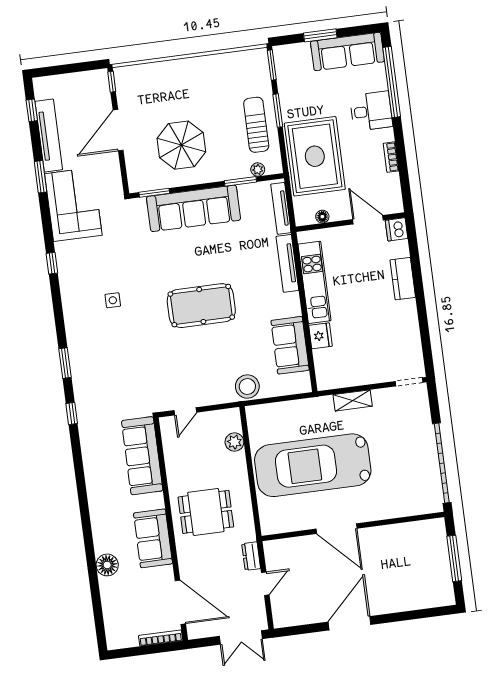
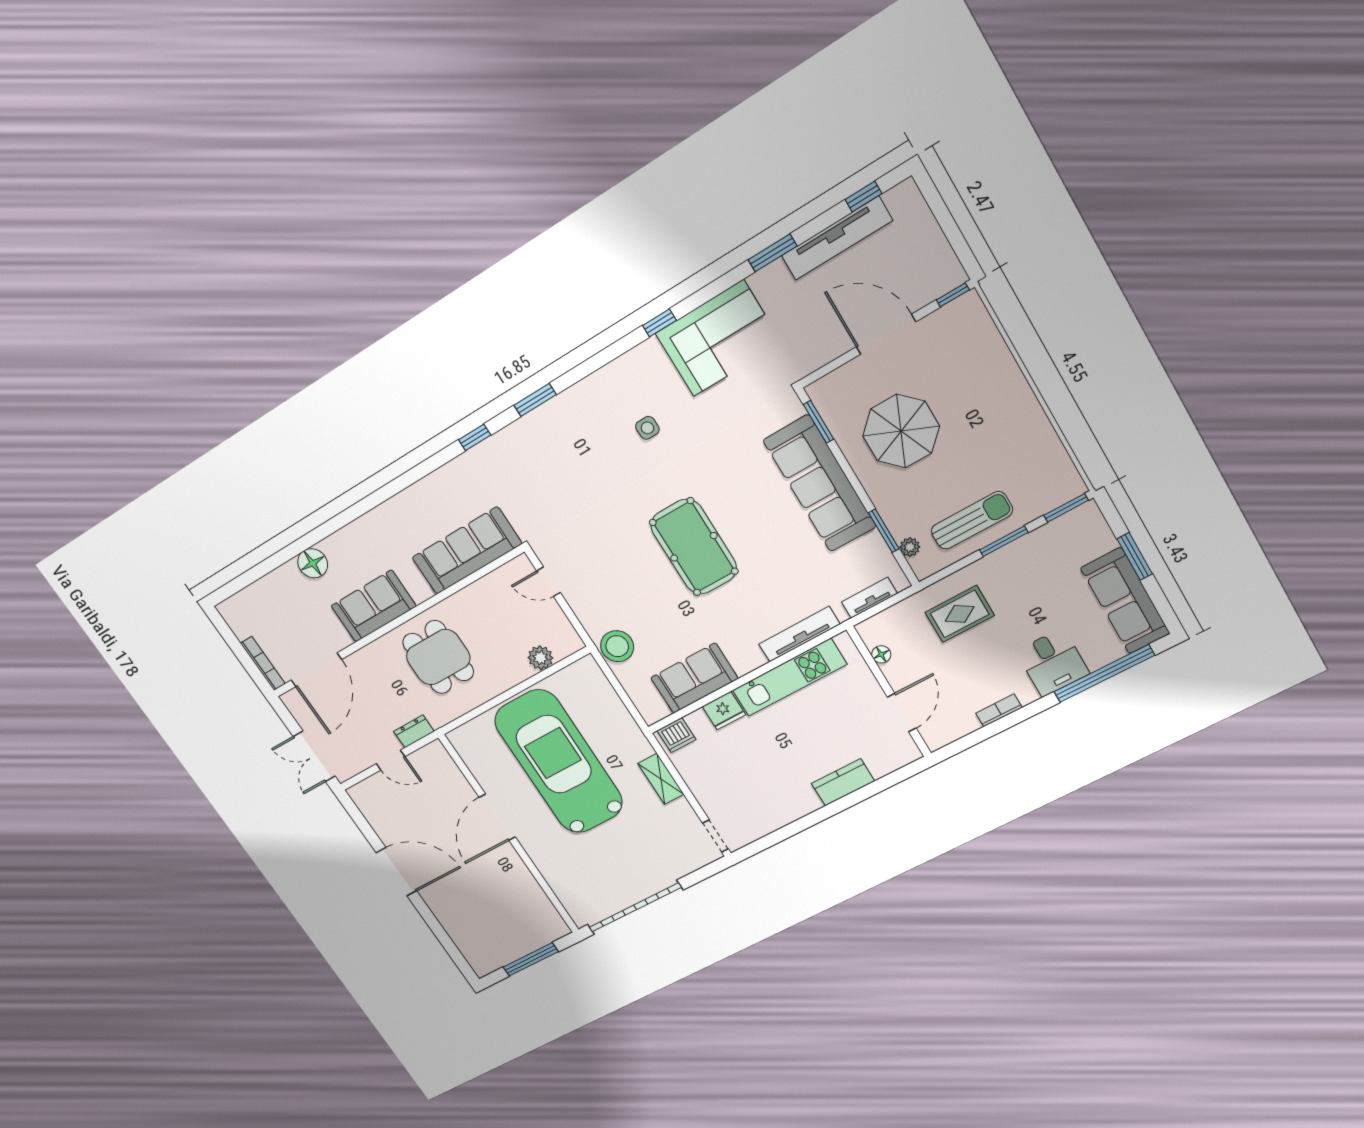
rug: (315, 156) -> (960, 614), width x0.54, depth x0.49
corner sofa: (73, 204) -> (718, 338), moved
tv unit: (281, 208) -> (869, 598), width x0.71
dishwasher: (397, 229) -> (676, 735), moved, turned 180

